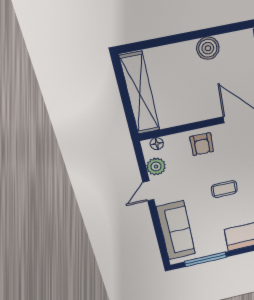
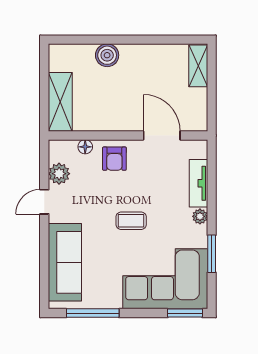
boiler: (208, 48) -> (107, 55), moved
shelving: (140, 94) -> (60, 102), width x0.68
floor lamp: (157, 144) -> (85, 147), moved

